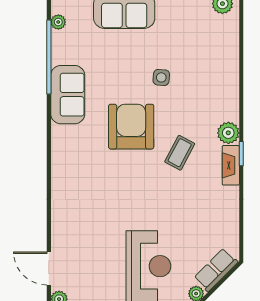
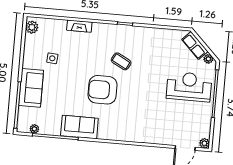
side table: (161, 77) -> (52, 58), moved
plant: (228, 133) -> (111, 31), removed
fireplace: (231, 165) -> (79, 26), moved

